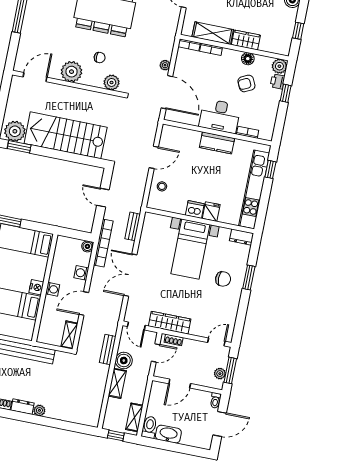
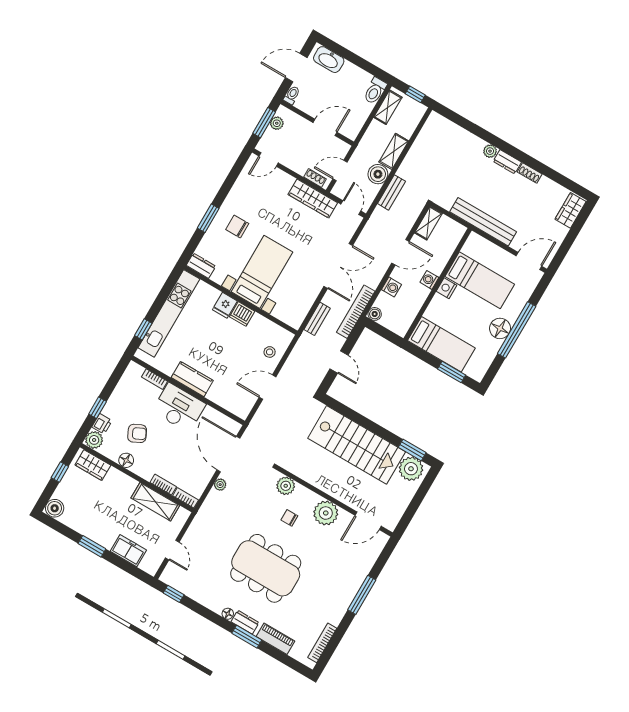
wardrobe: (246, 40) -> (93, 465), moved
washbasin: (168, 434) -> (329, 60), moved

